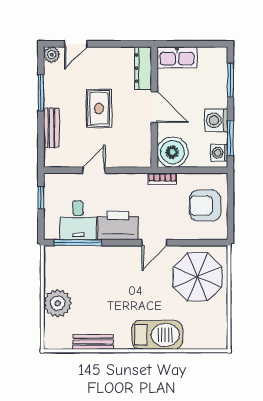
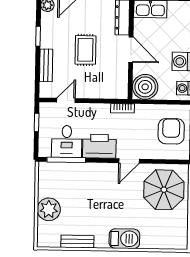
window: (41, 93) -> (38, 36), width x0.67
door: (94, 170) -> (66, 100), moved
bookcase: (162, 179) -> (122, 108), moved
armchair: (205, 205) -> (171, 131), turned 90
barbecue: (157, 335) -> (124, 239), width x0.73, depth x0.83

